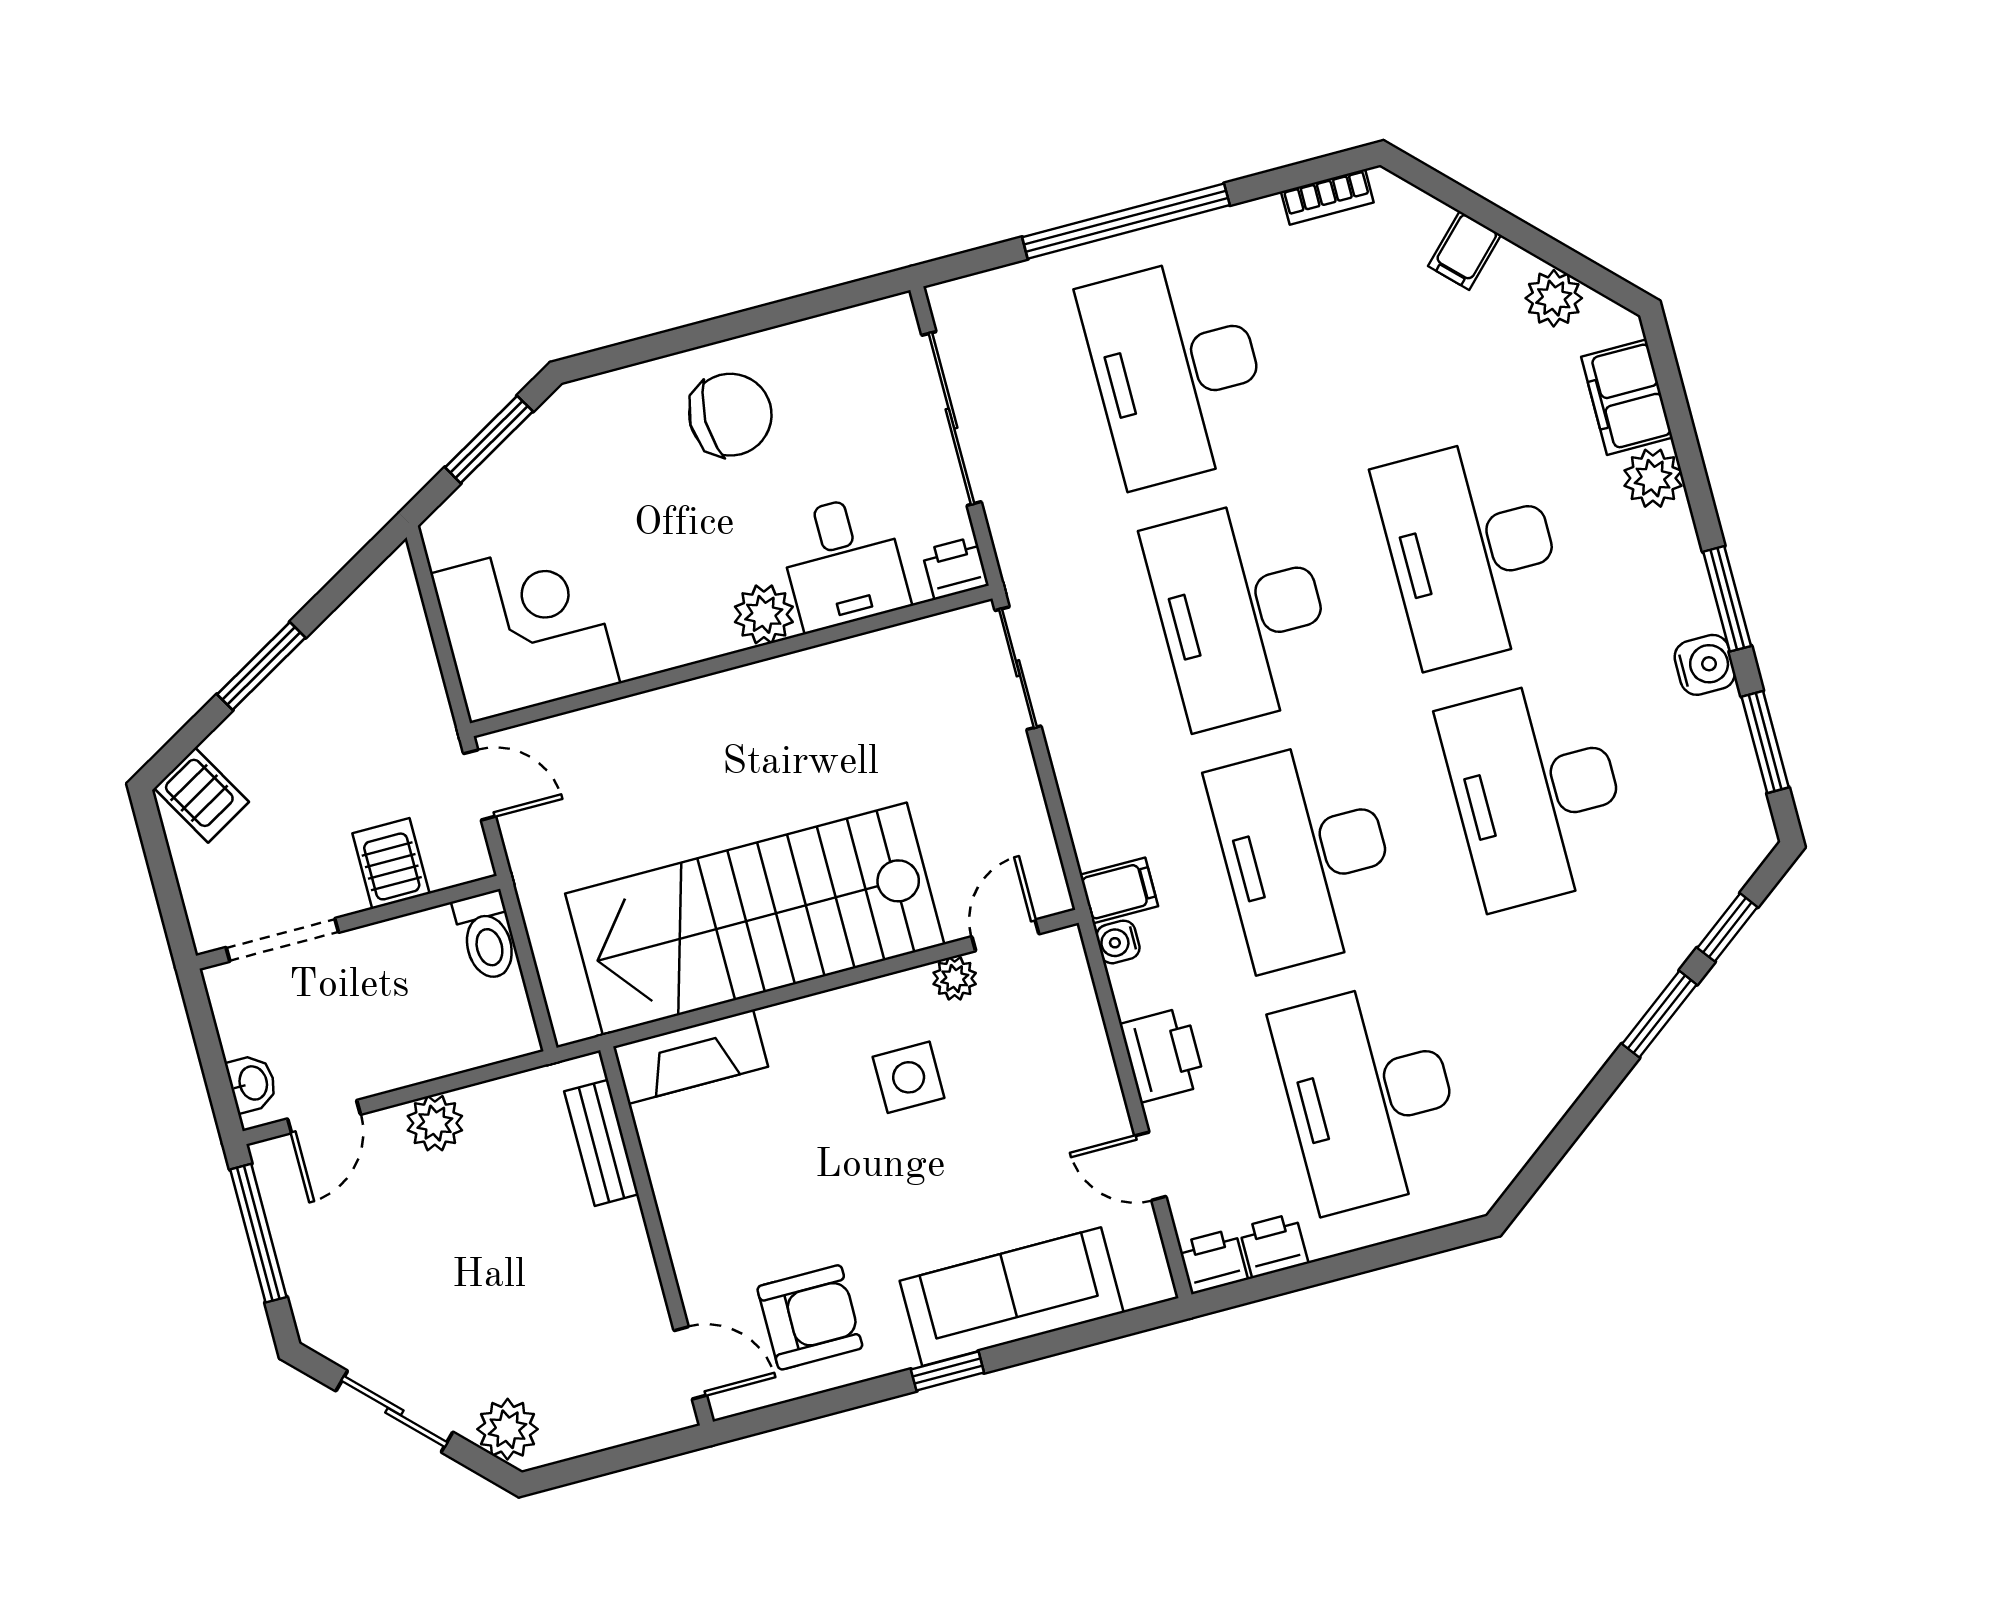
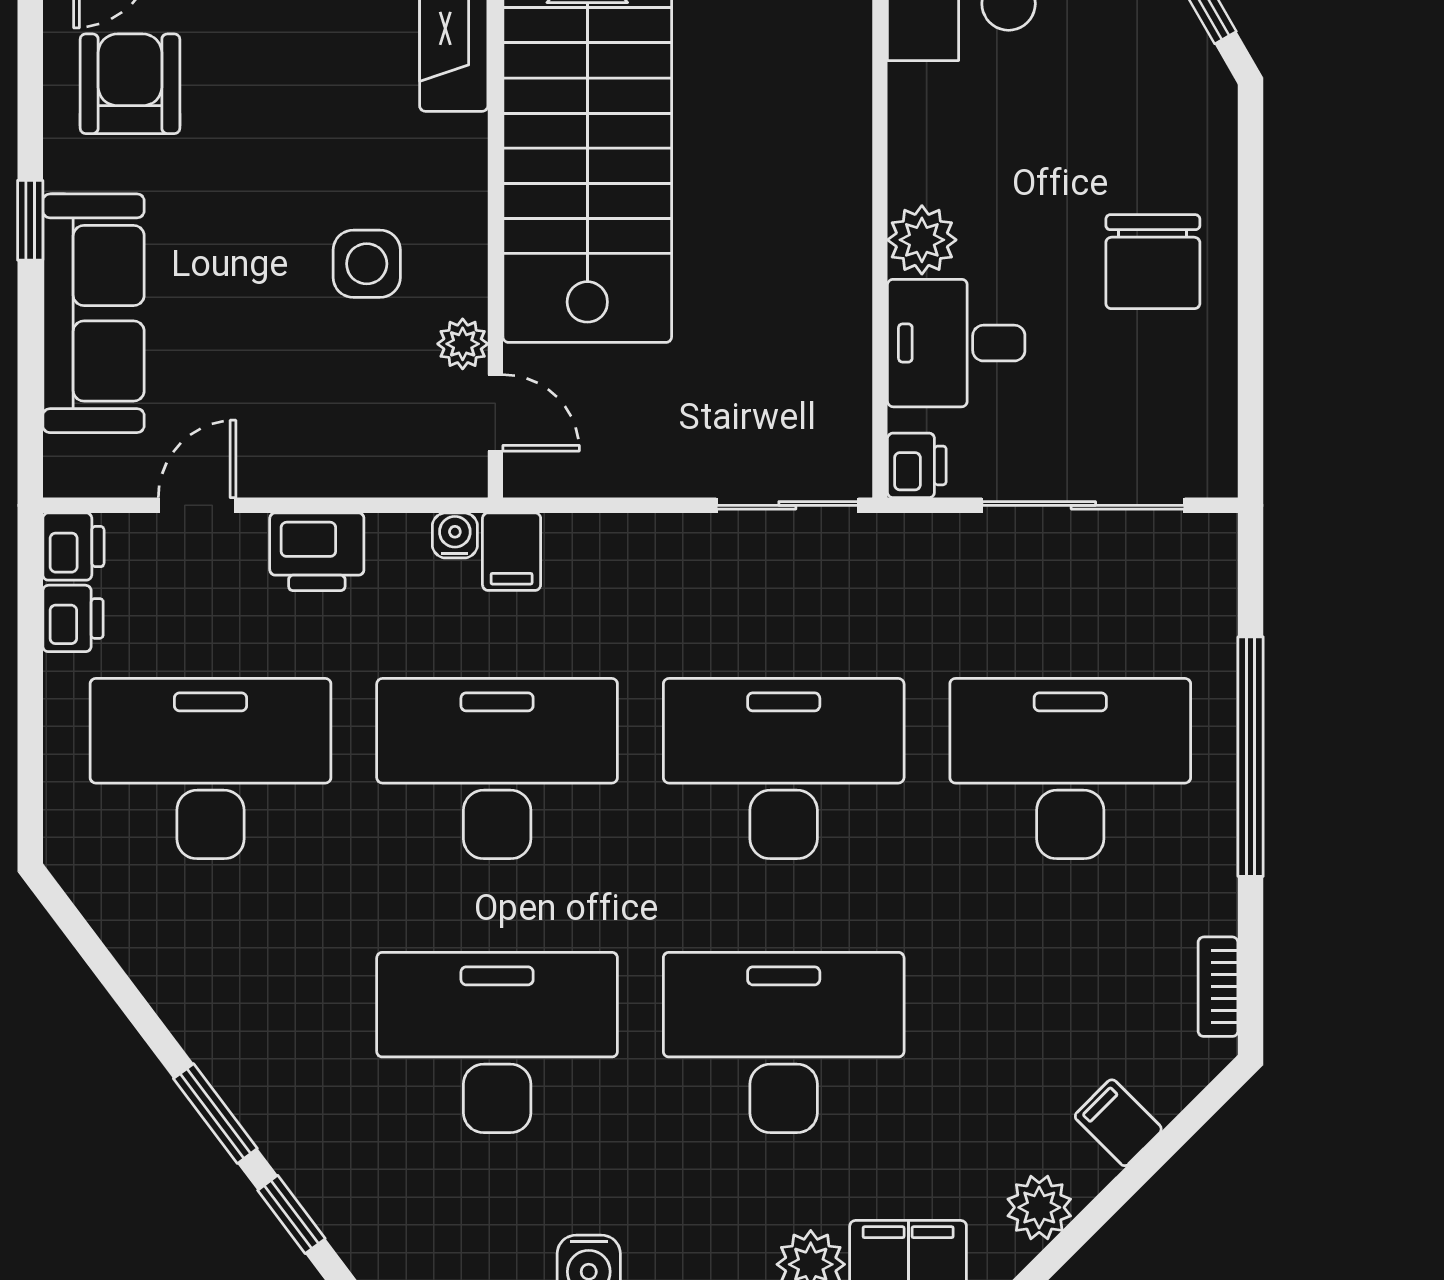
armchair: (810, 1317) -> (130, 84), turned 180

